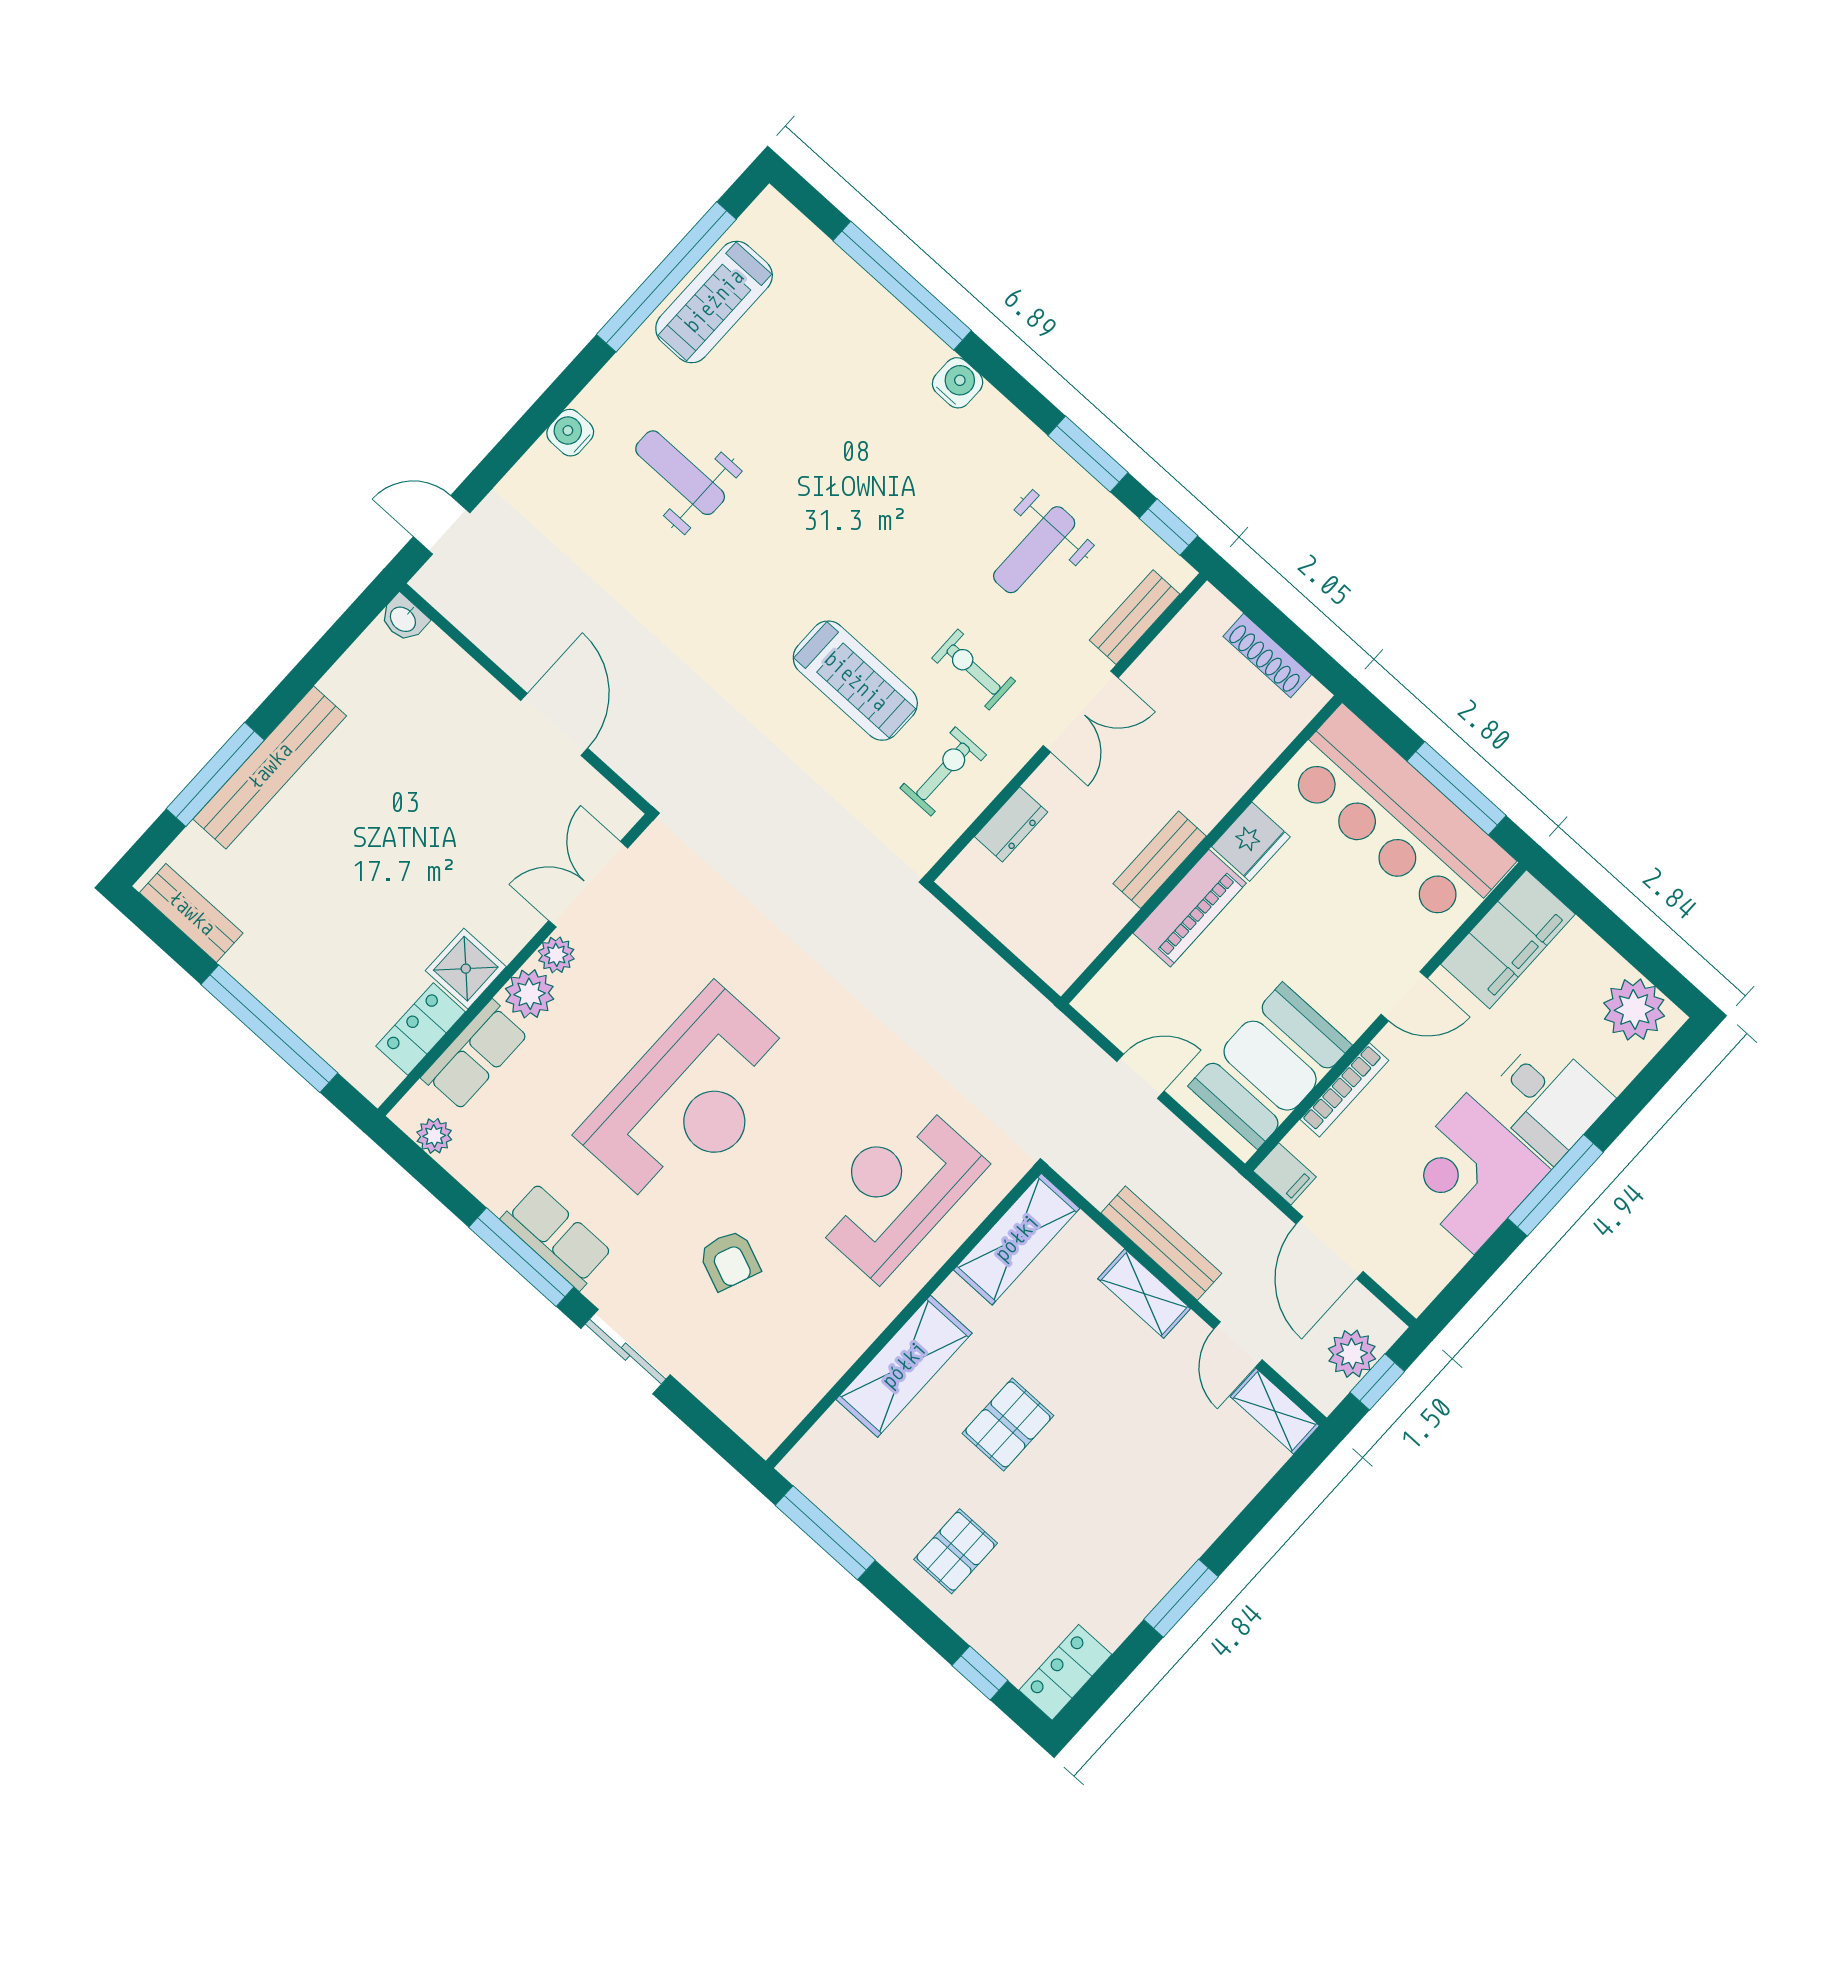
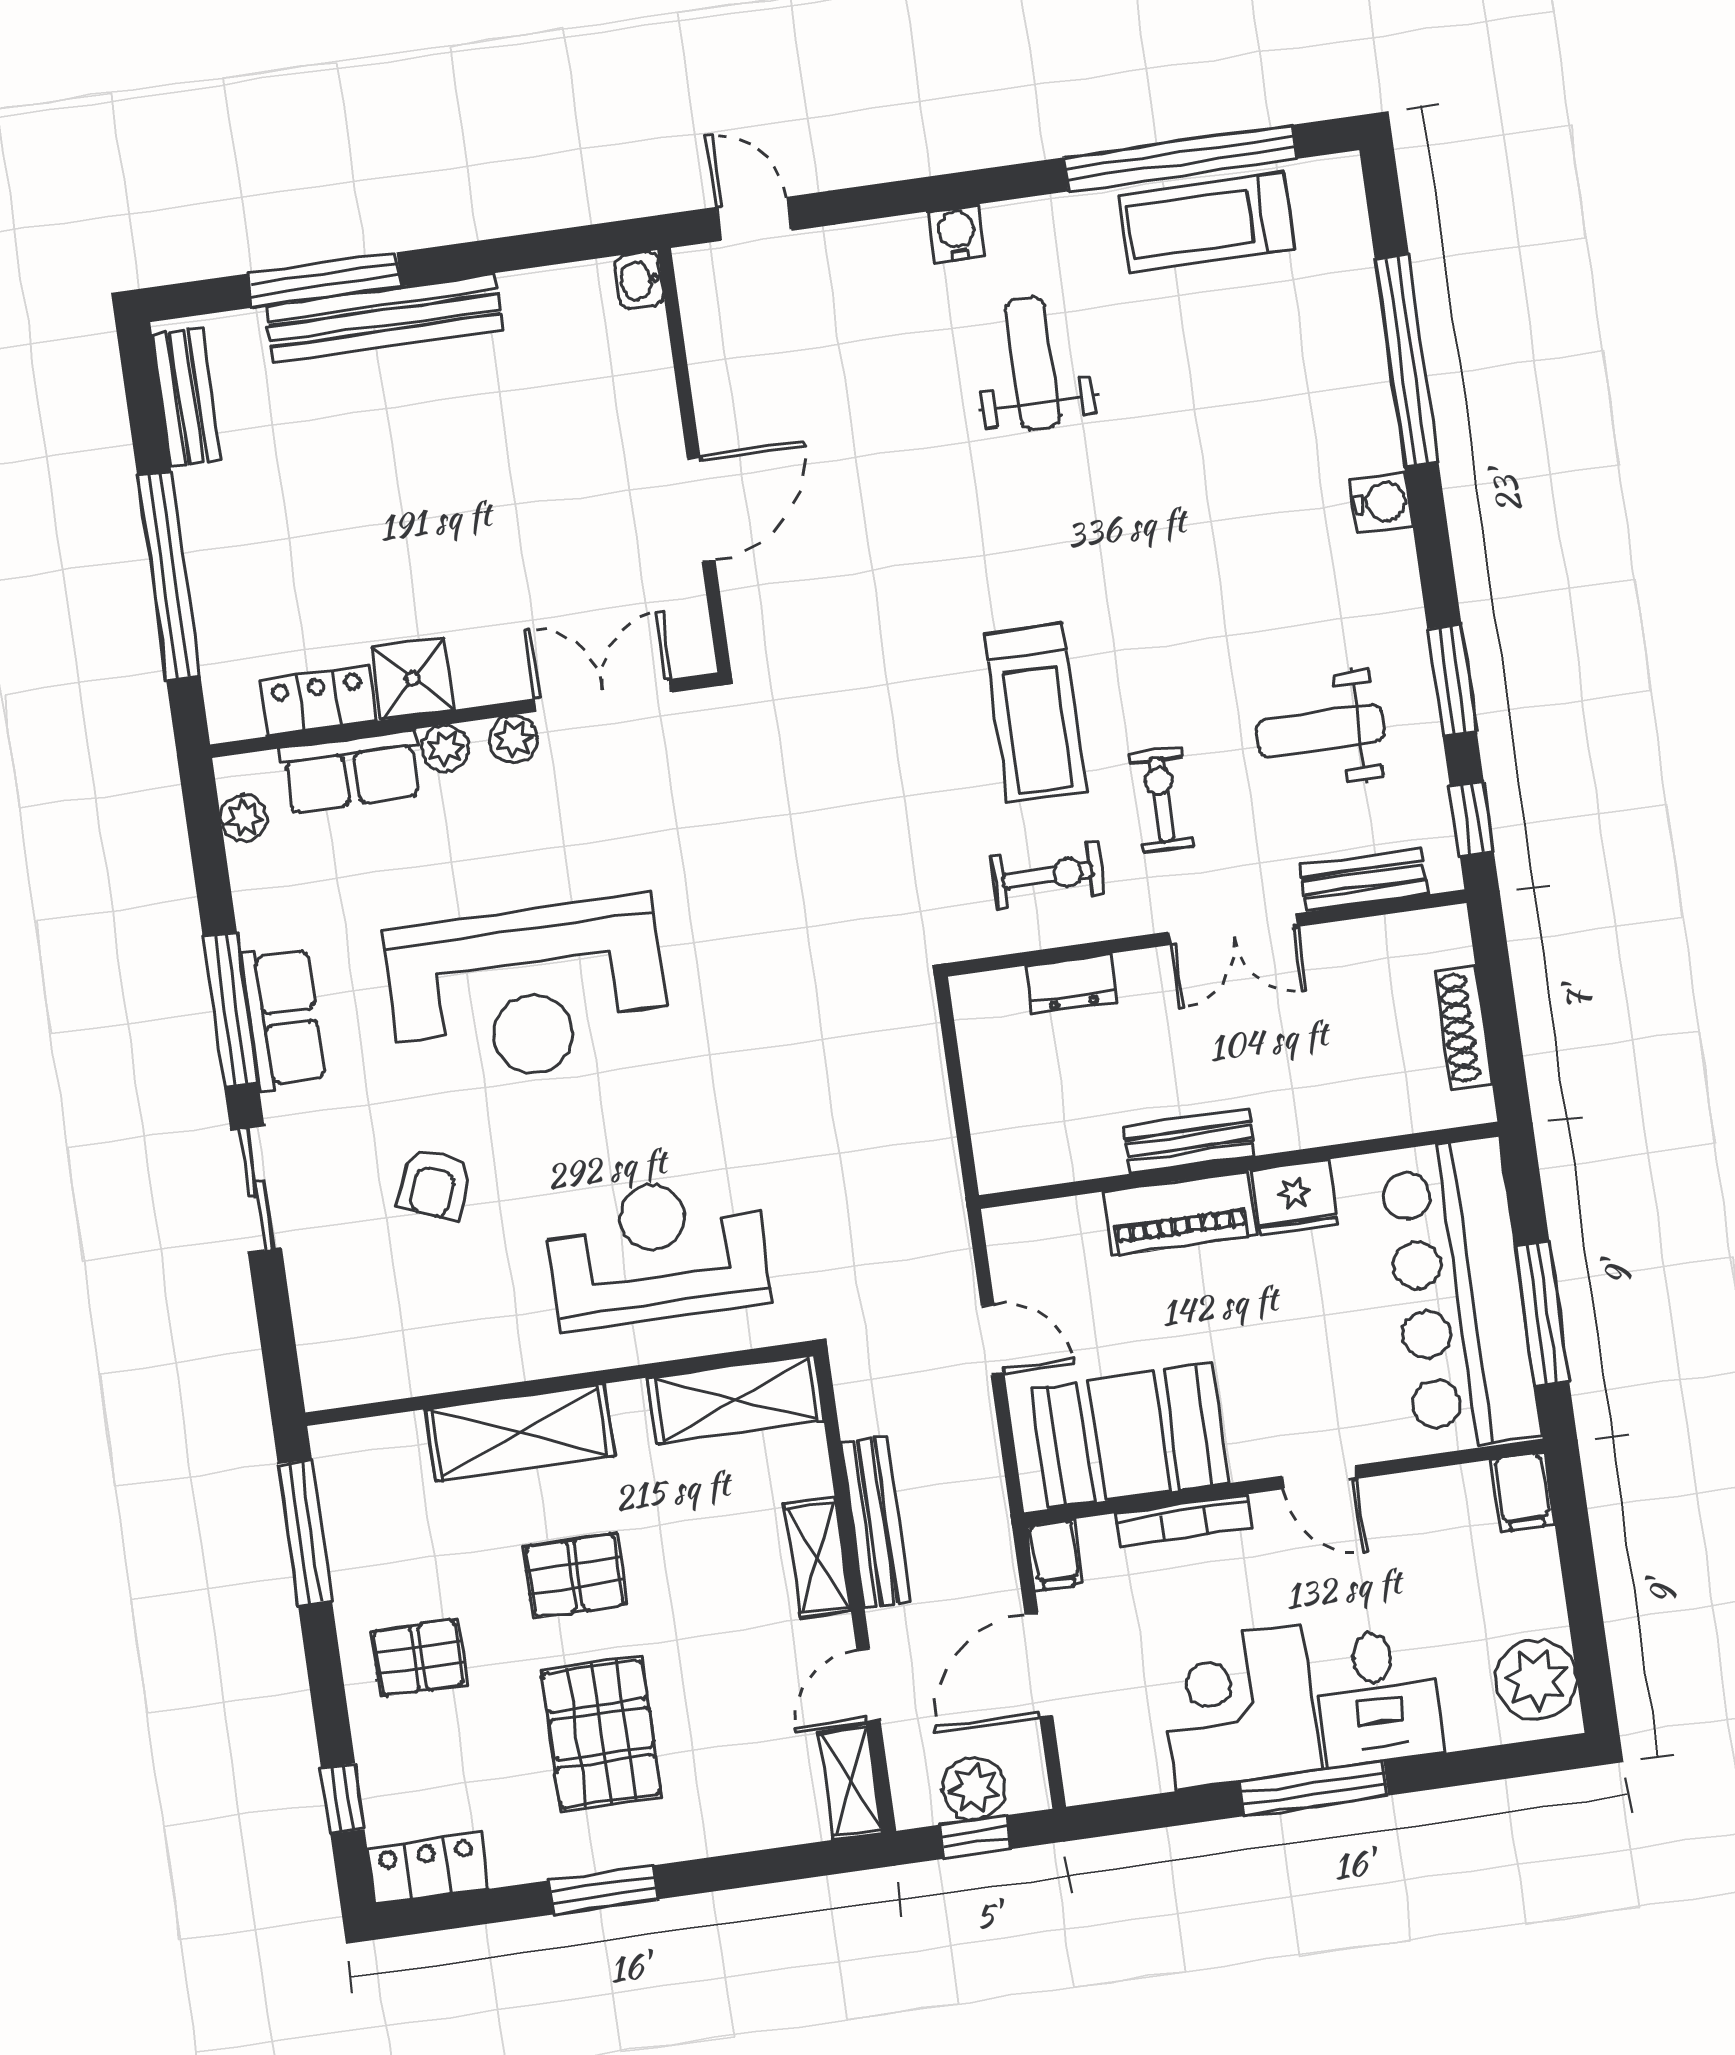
filing cabinet: (1508, 939) -> (1523, 1492), width x0.33, depth x0.86
plant: (530, 994) -> (445, 748), width x0.73, depth x0.73
pallet: (1102, 1506) -> (601, 1734), added

